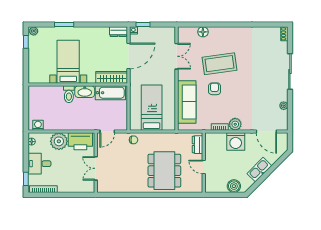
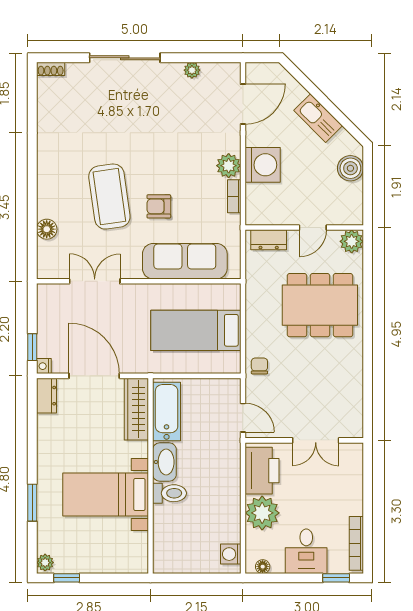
plant: (197, 187) -> (352, 241), added

